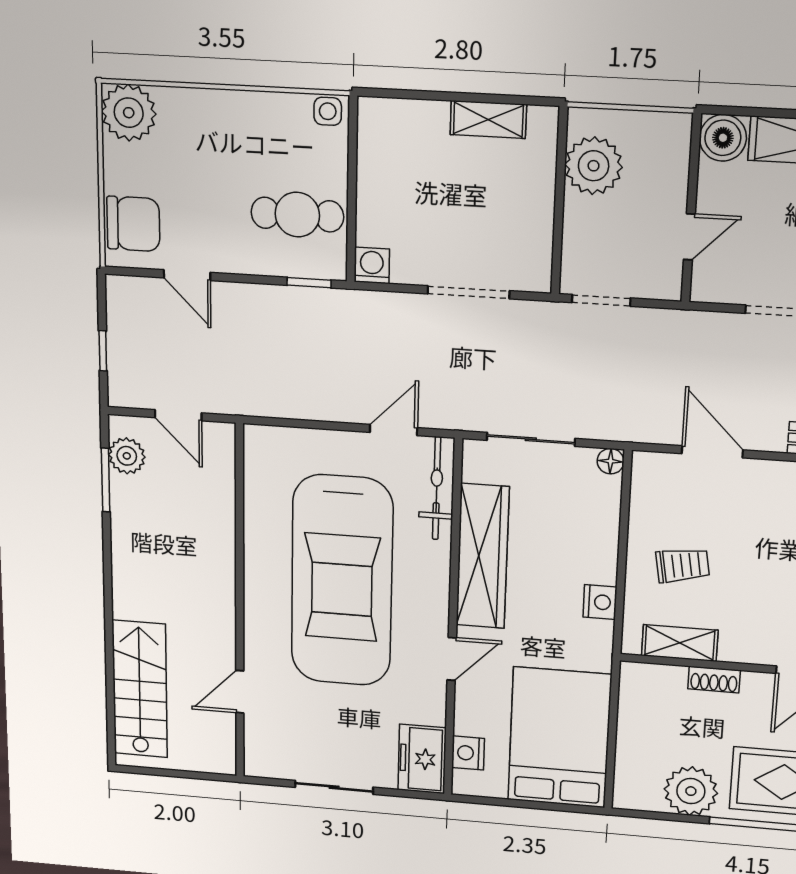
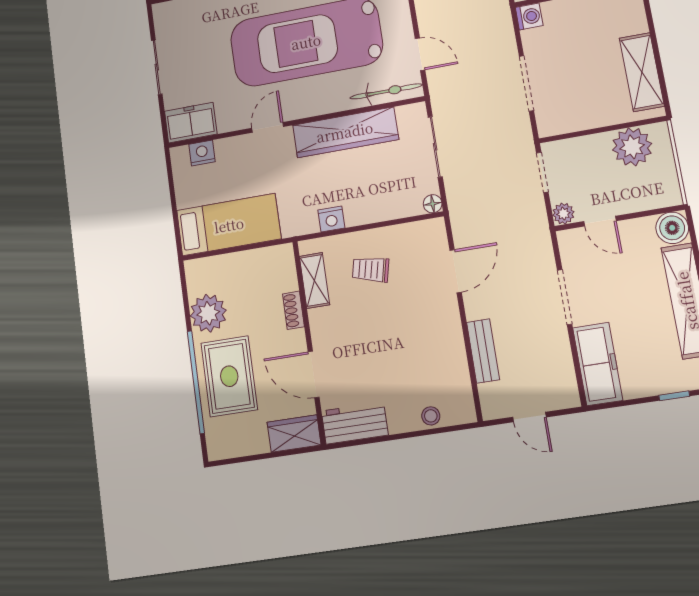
shelving: (488, 120) -> (642, 72), width x1.50, depth x1.33
plant: (667, 285) -> (563, 214), added
trolley: (683, 565) -> (371, 270), turned 113
door: (452, 659) -> (268, 127), swing flipped
bed: (559, 738) -> (229, 225), width x0.67

